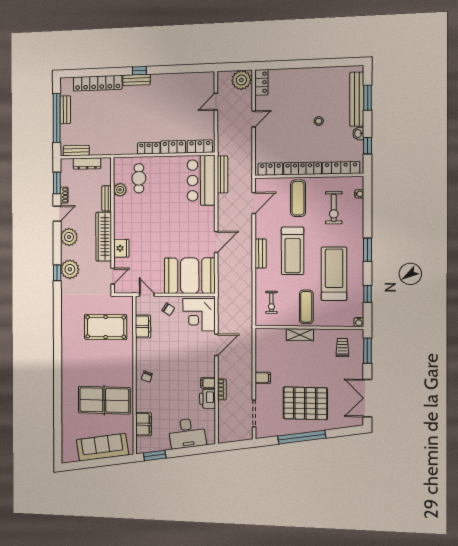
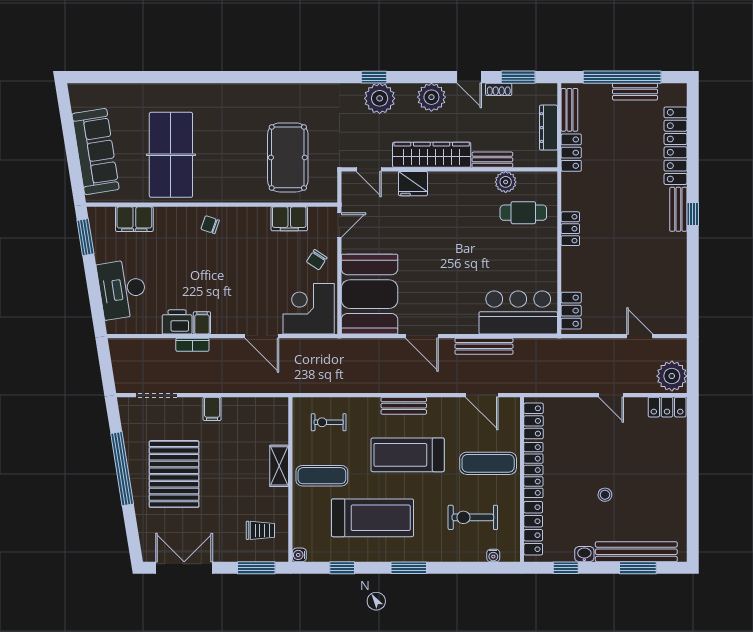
locker: (173, 147) -> (571, 153), moved
bench: (222, 174) -> (484, 346), moved

